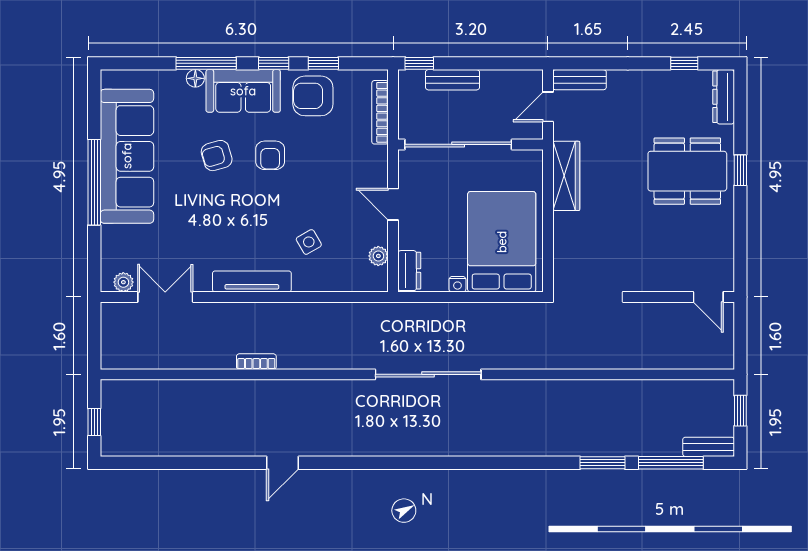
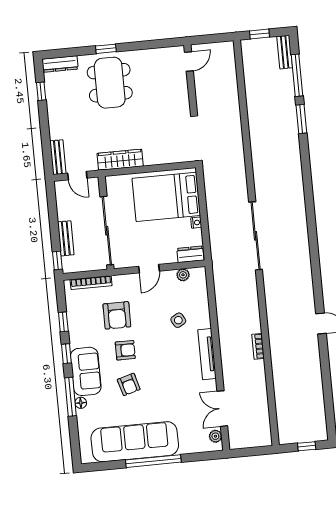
armchair: (313, 96) -> (117, 315), moved

